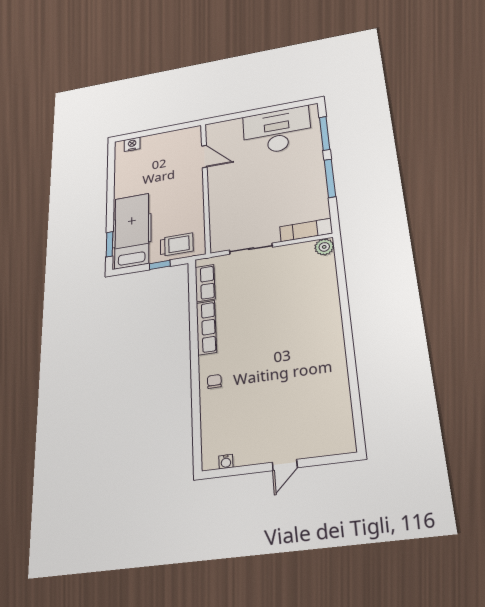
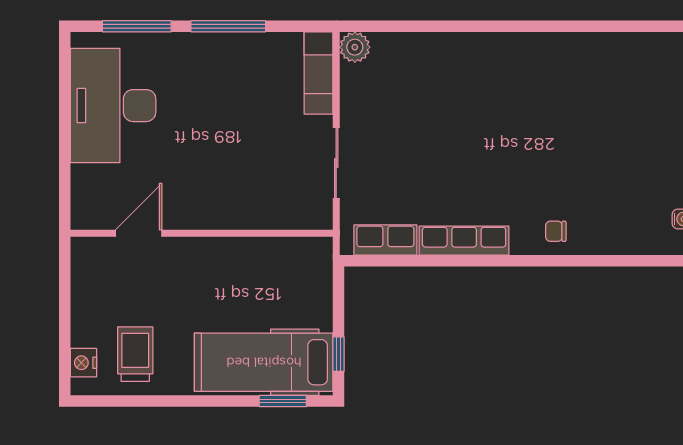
trolley: (177, 245) -> (135, 354), moved
window: (160, 265) -> (338, 354), moved

